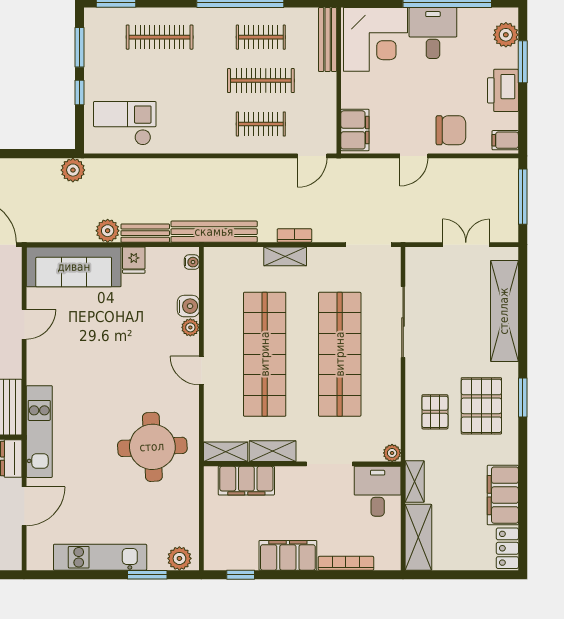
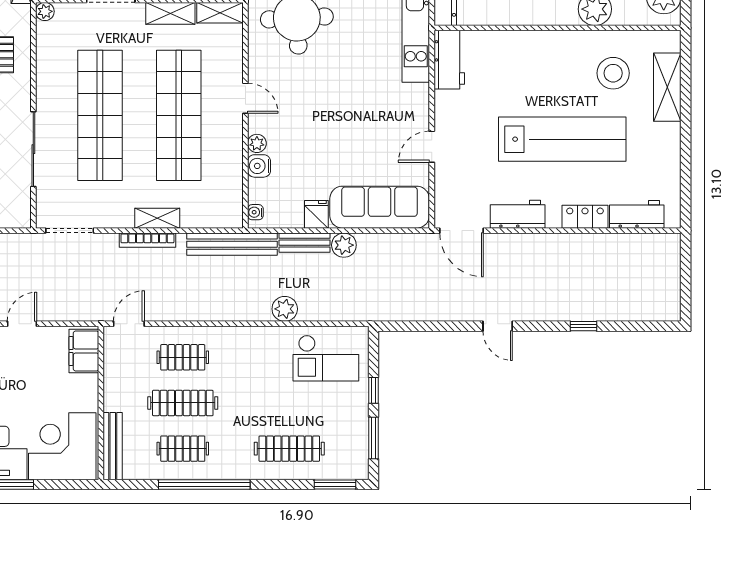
plant: (73, 170) -> (285, 309), moved
bookcase: (294, 235) -> (147, 240), width x1.56

